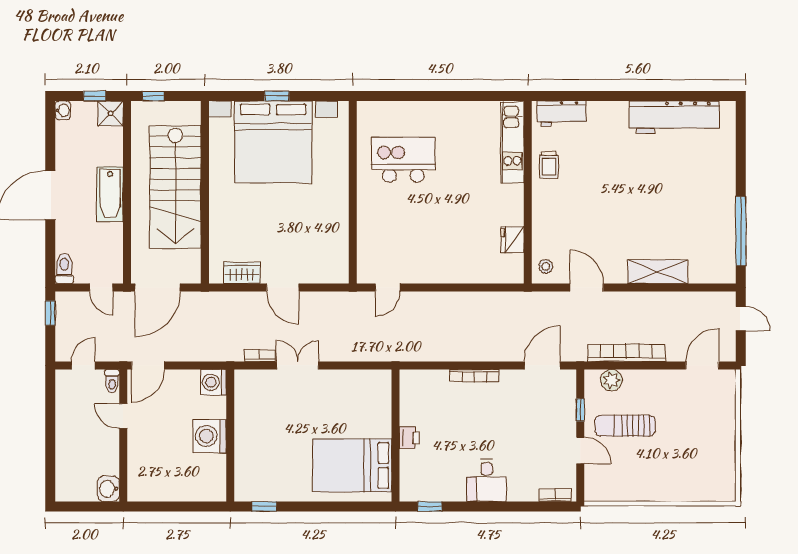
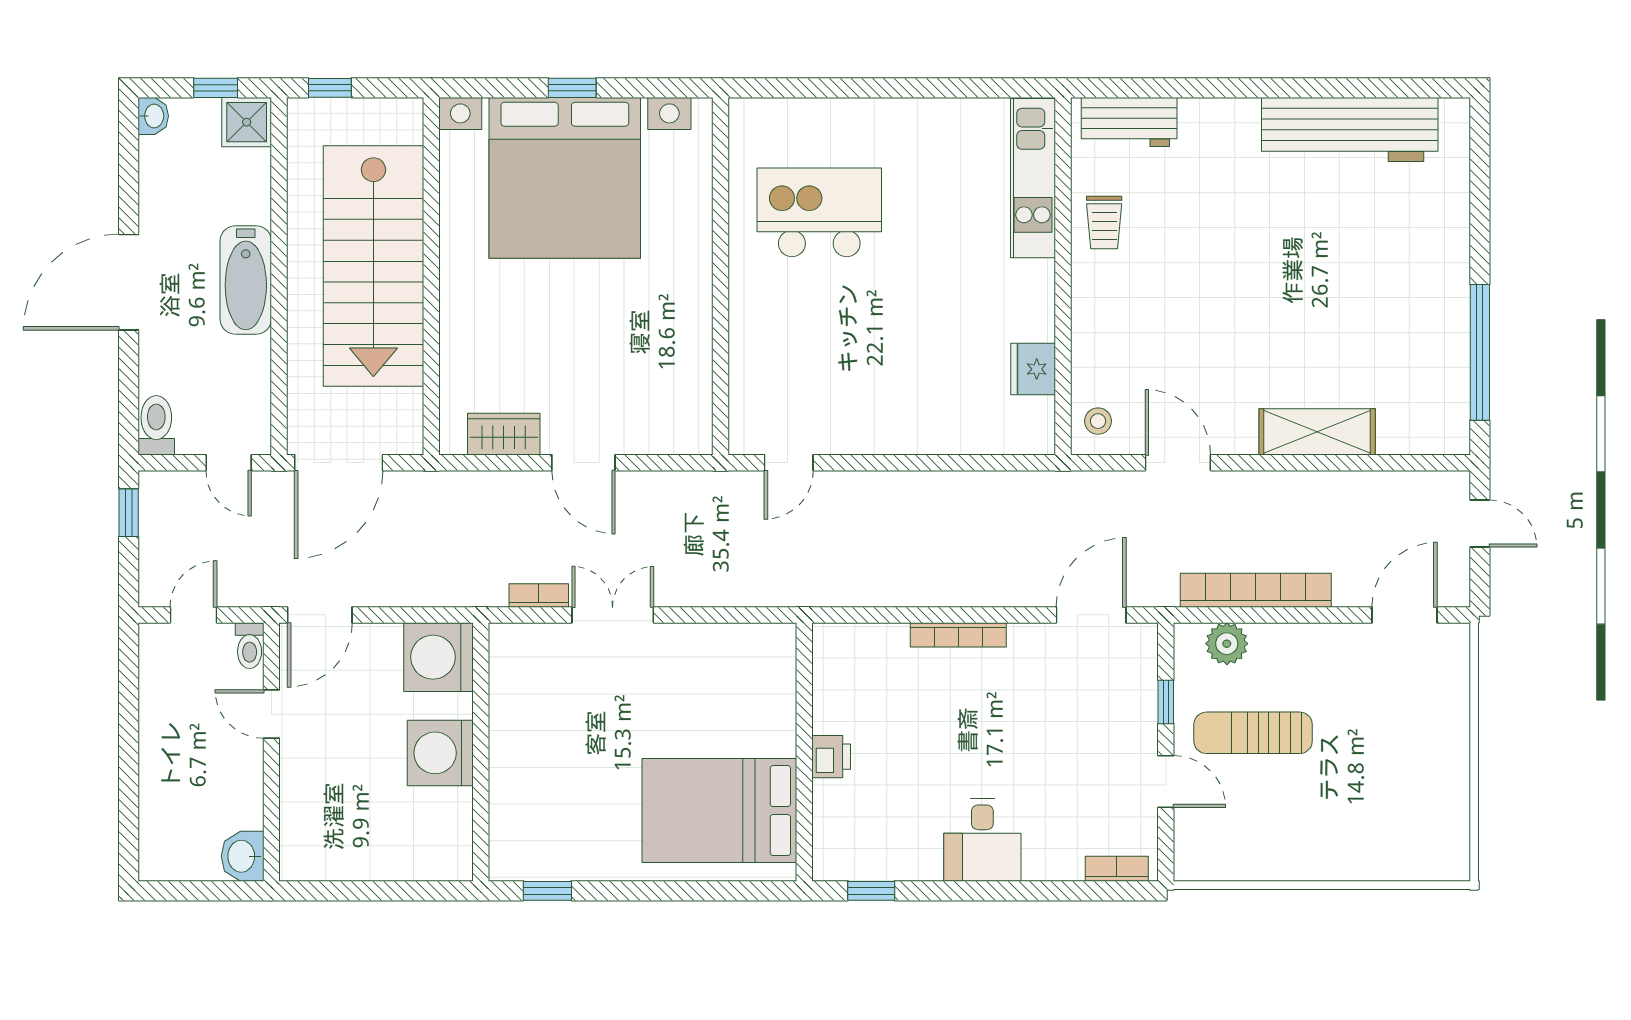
washing machine: (213, 382) -> (439, 657), width x1.37, depth x1.37

